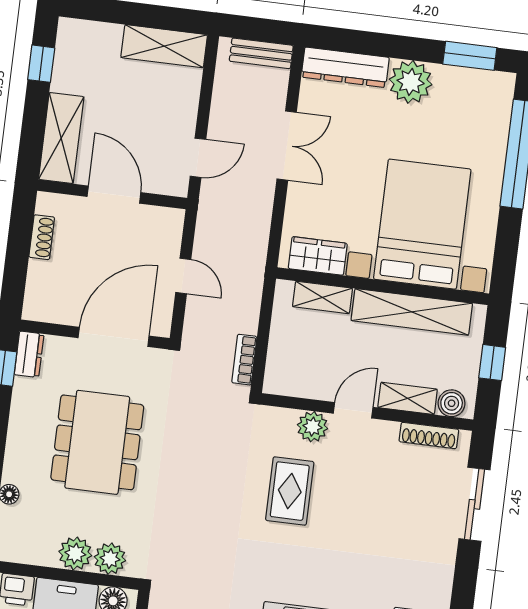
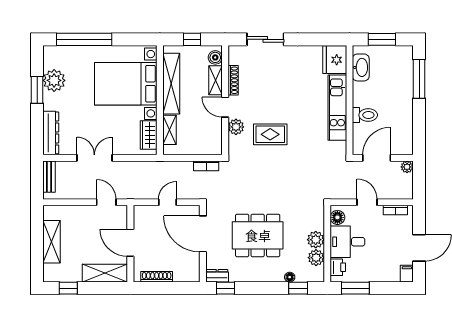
shelving: (164, 46) -> (52, 242), moved
window: (470, 56) -> (37, 90), moved
plant: (411, 82) -> (54, 80), moved
door: (114, 195) -> (130, 243), hinge flipped
shoe rack: (42, 237) -> (157, 277), width x1.43
shoe rack: (429, 435) -> (233, 80), moved
plant: (110, 559) -> (316, 258), moved

